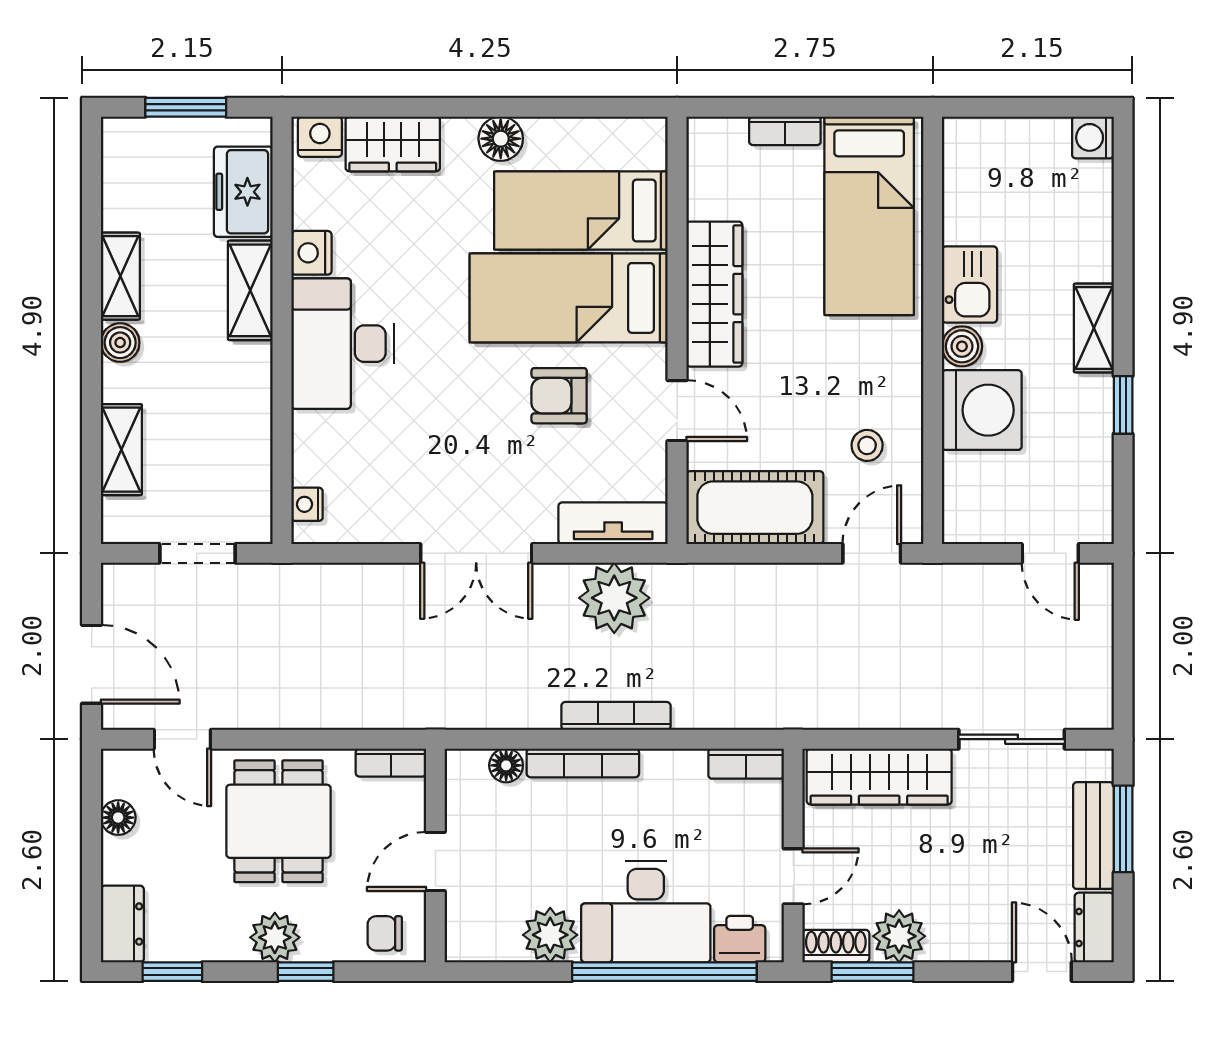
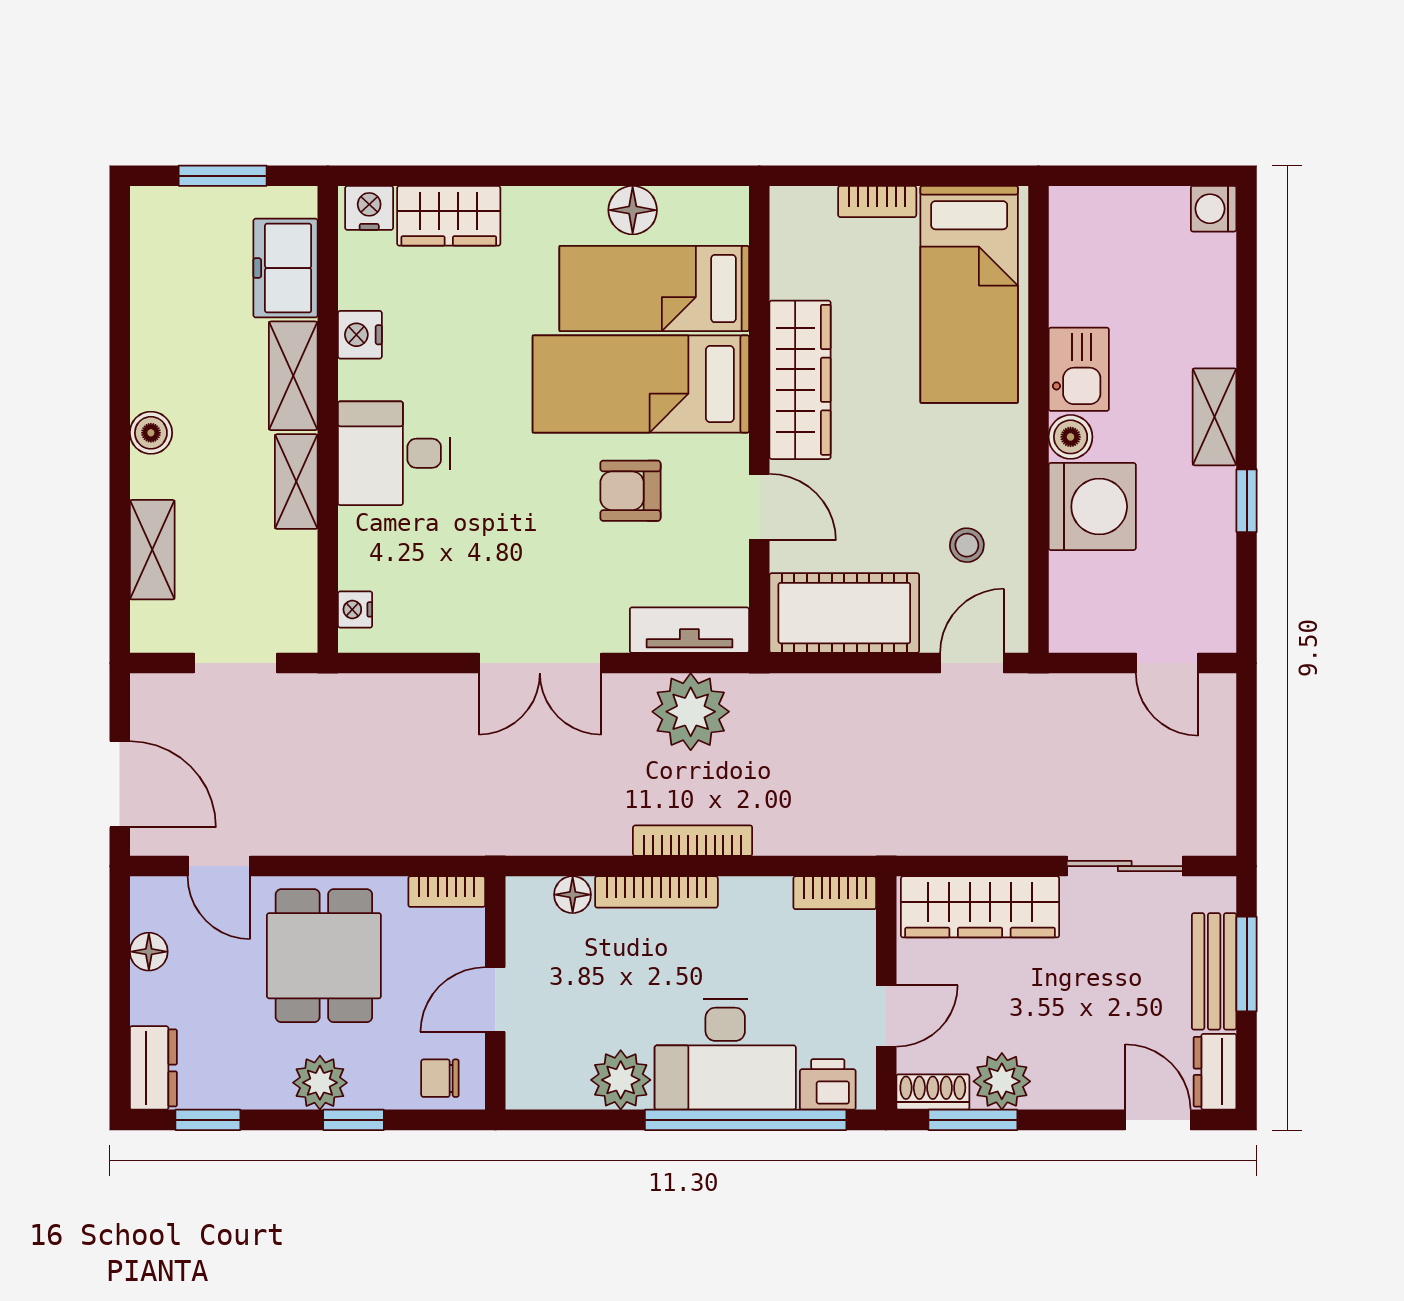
floor lamp: (501, 139) -> (633, 210), moved
shelving: (120, 276) -> (296, 482), moved
desk: (343, 344) -> (394, 453), width x0.73

